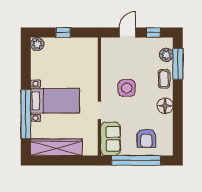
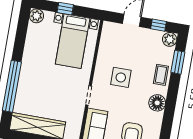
plant: (166, 55) -> (170, 39), moved
window: (178, 64) -> (178, 62), width x0.69
bed with nightstands: (55, 101) -> (73, 41), moved, turned 90

